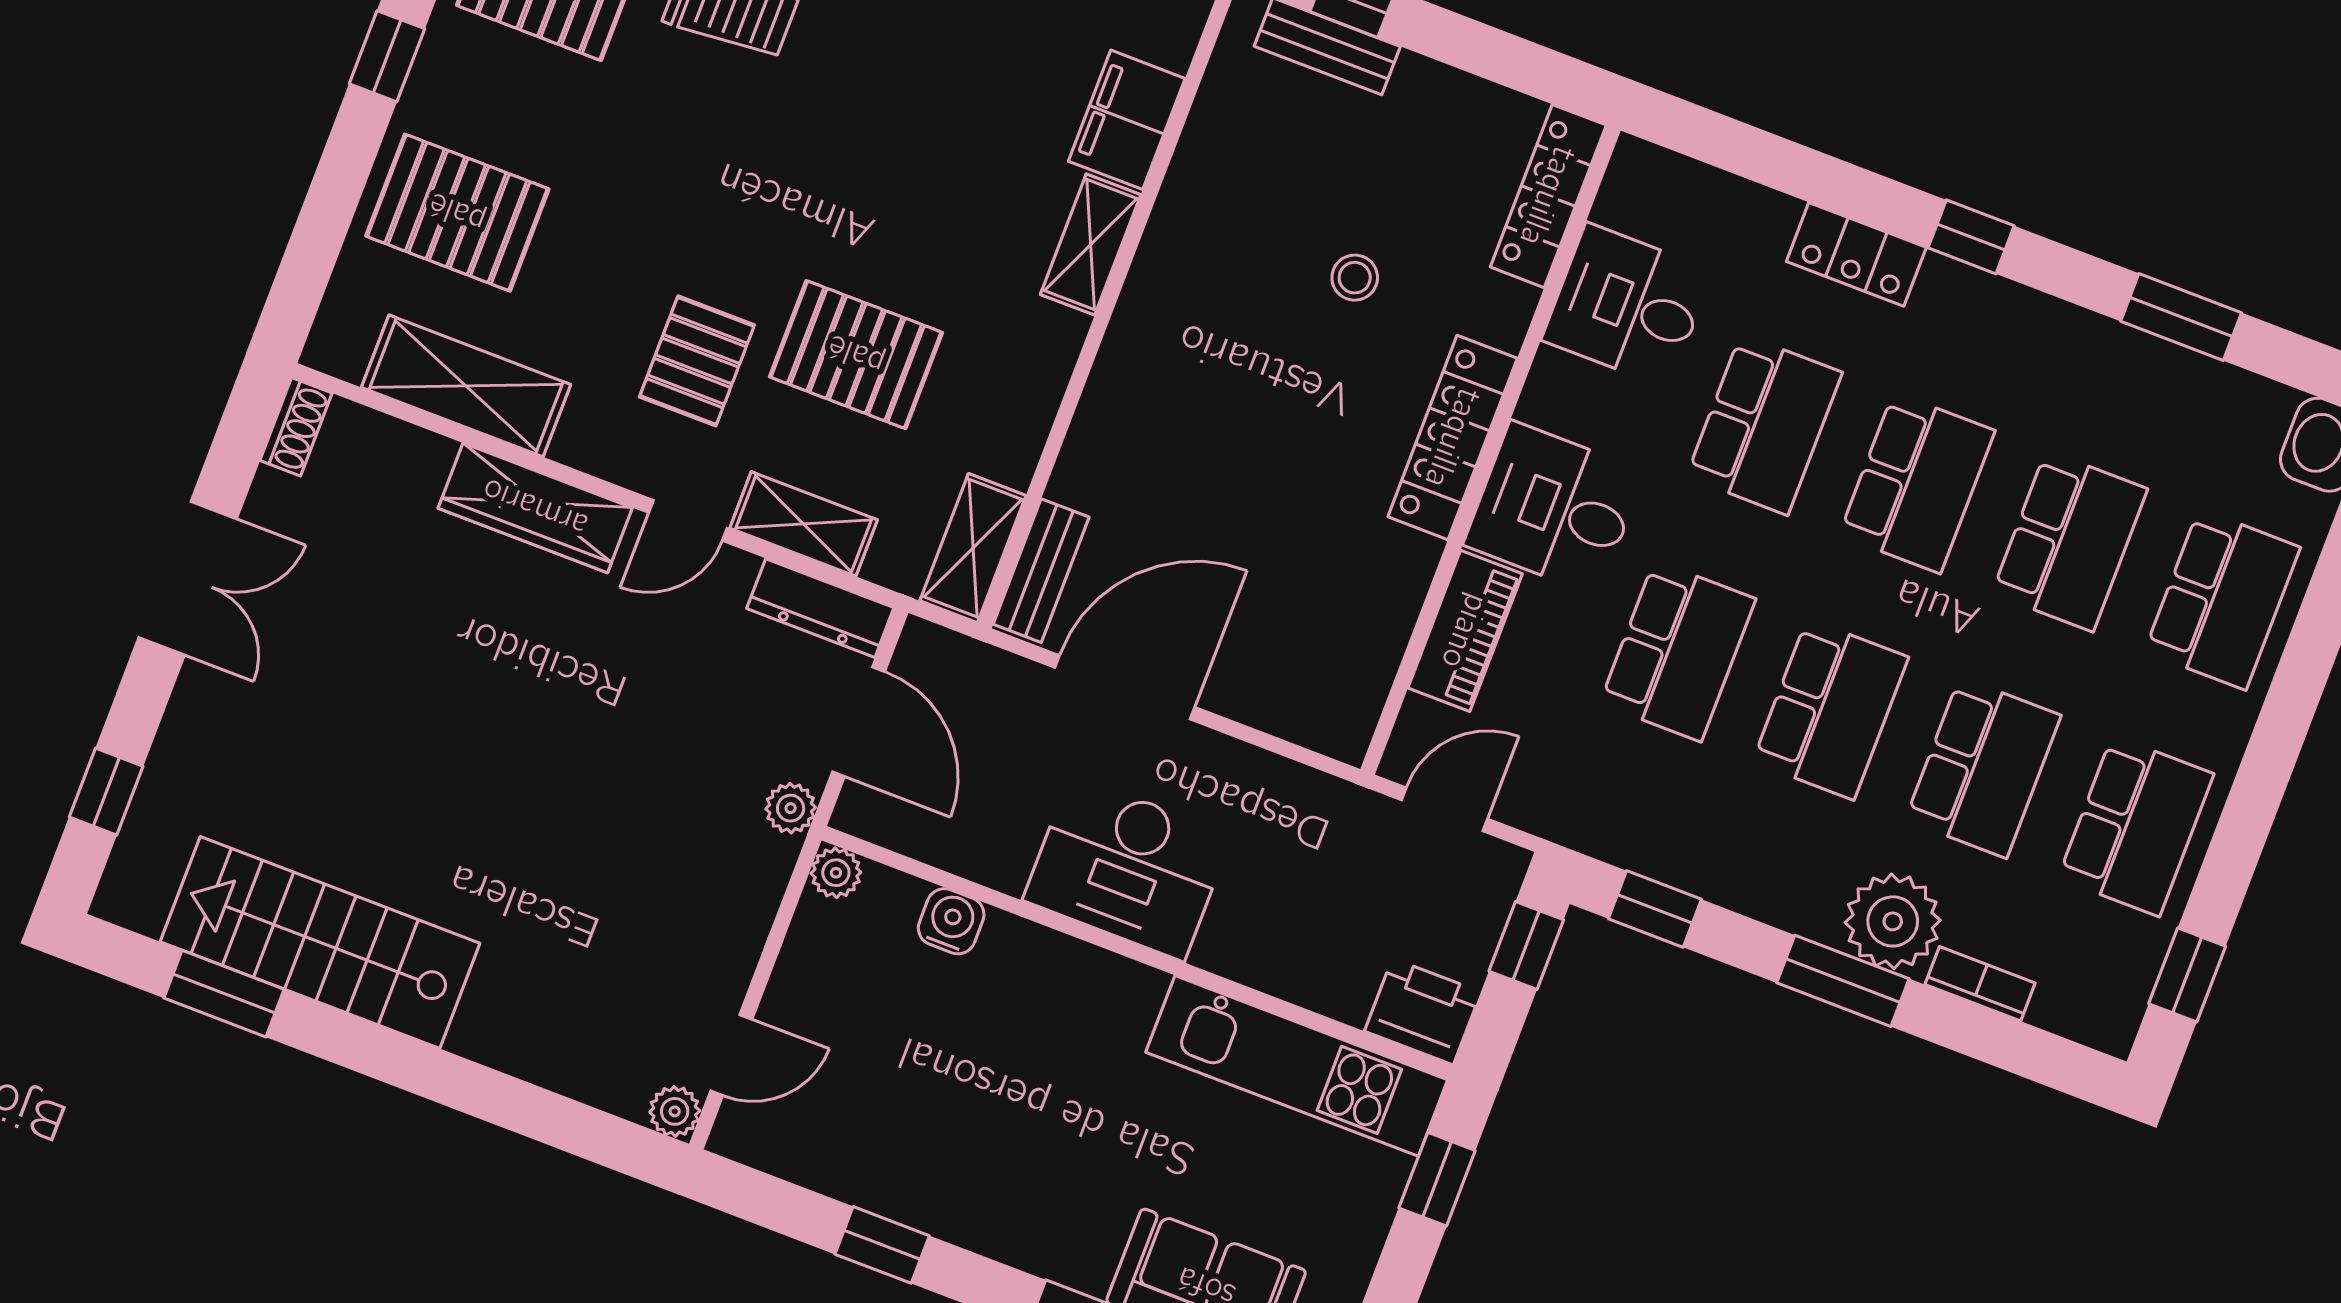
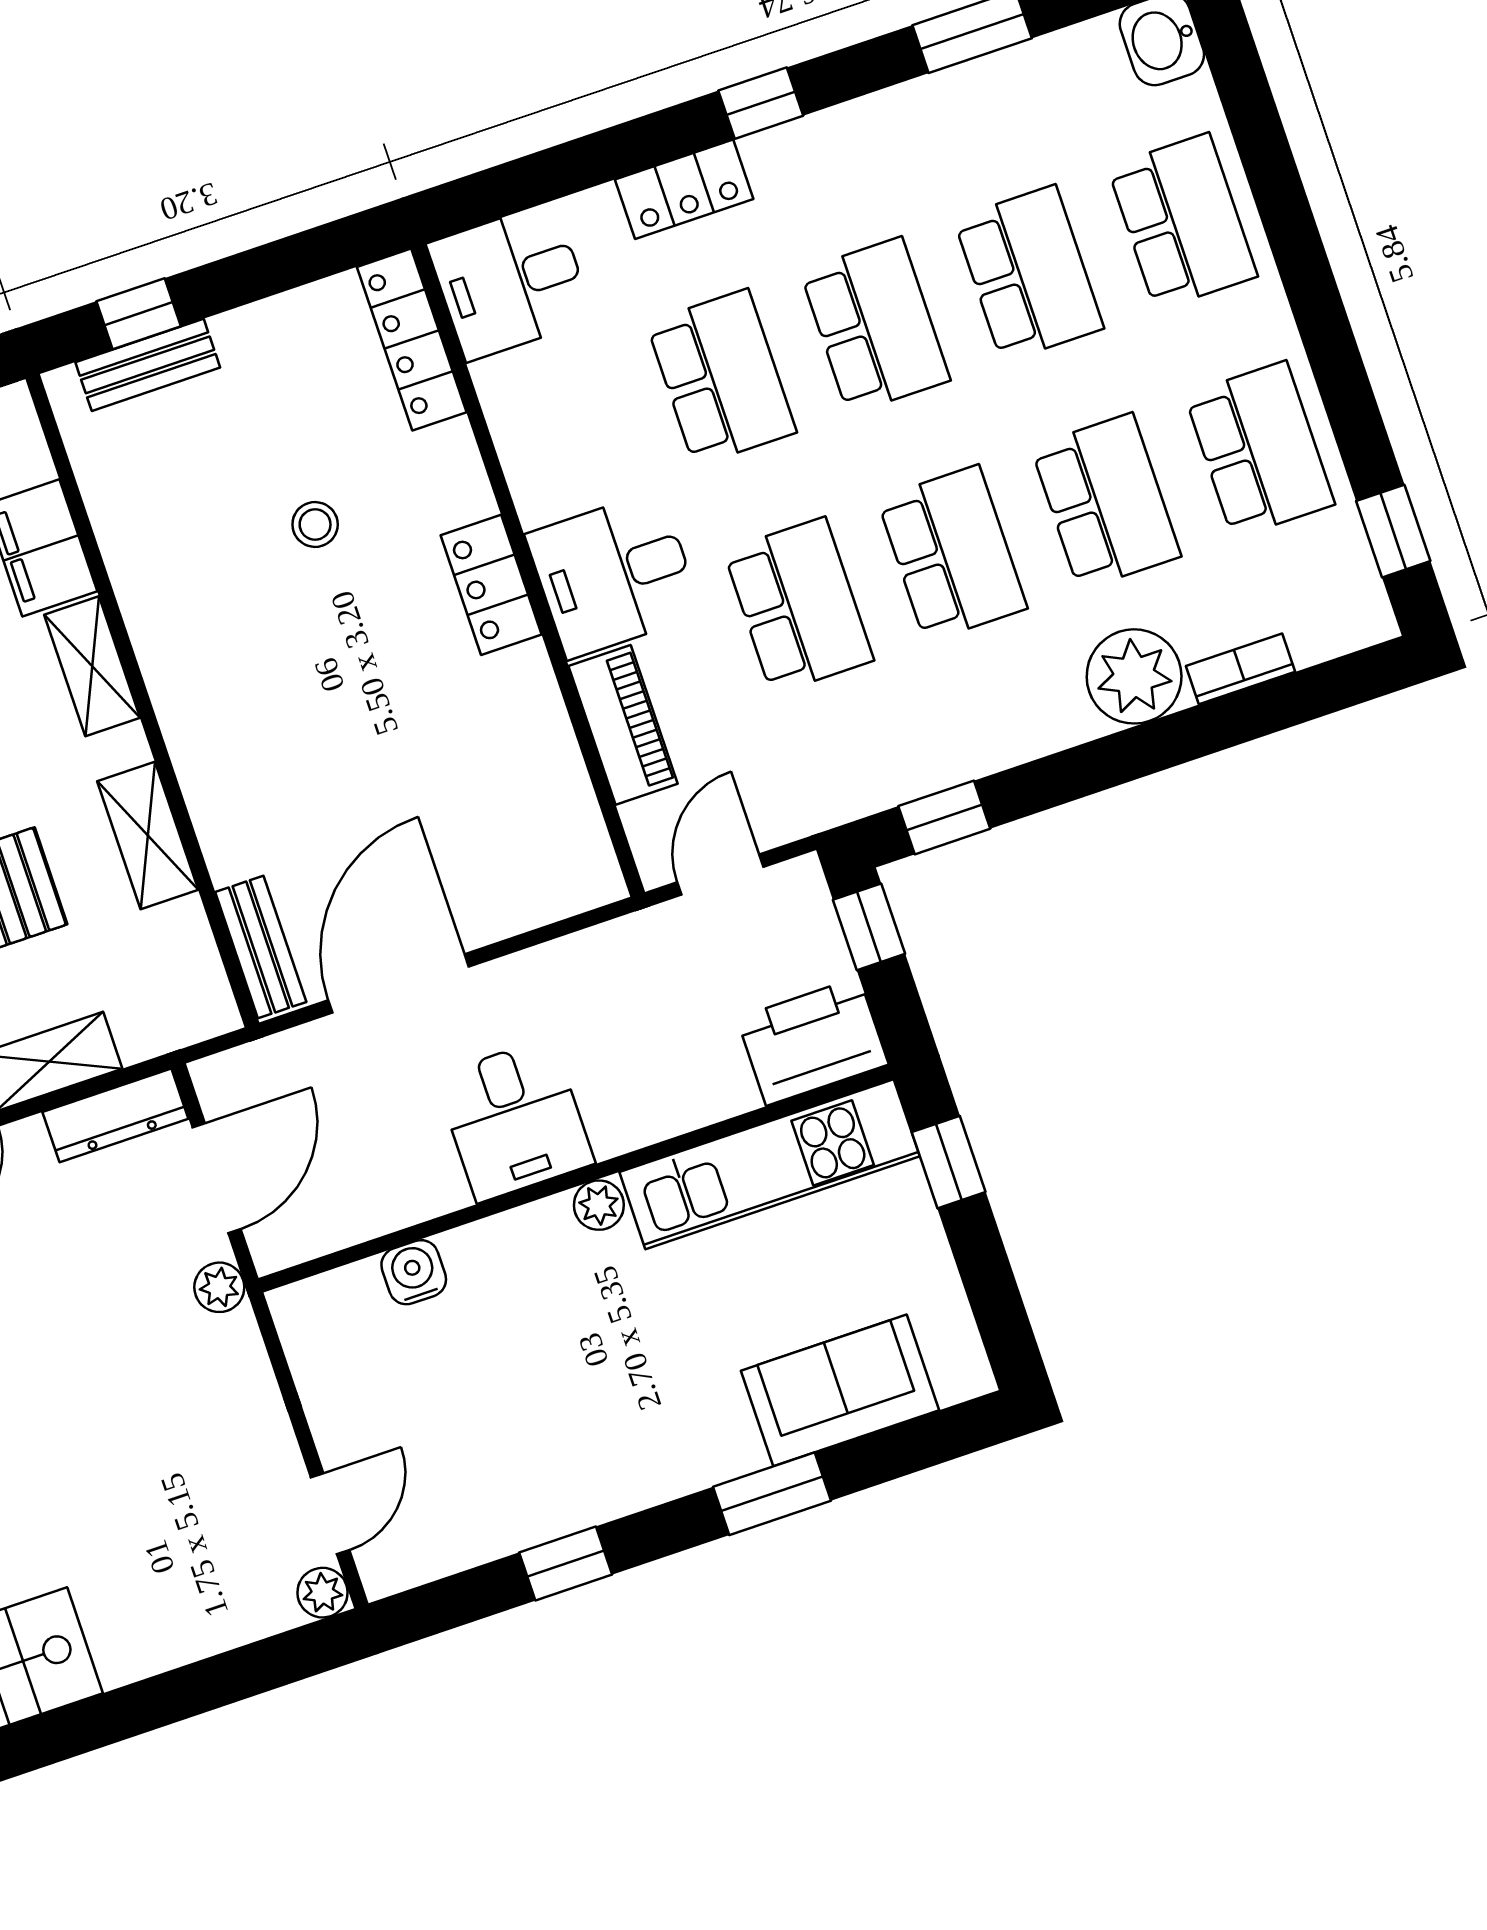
desk: (1627, 305) -> (510, 282), moved
locker: (1453, 438) -> (491, 585), width x0.66
shelving: (973, 548) -> (148, 835), moved
door: (859, 722) -> (217, 1178), hinge flipped
desk: (1127, 868) -> (515, 1120), width x0.73
plant: (836, 873) -> (599, 1205), moved
window: (1843, 981) -> (1134, 753), removed
printer: (1423, 1012) -> (813, 1041), width x1.37, depth x1.19

